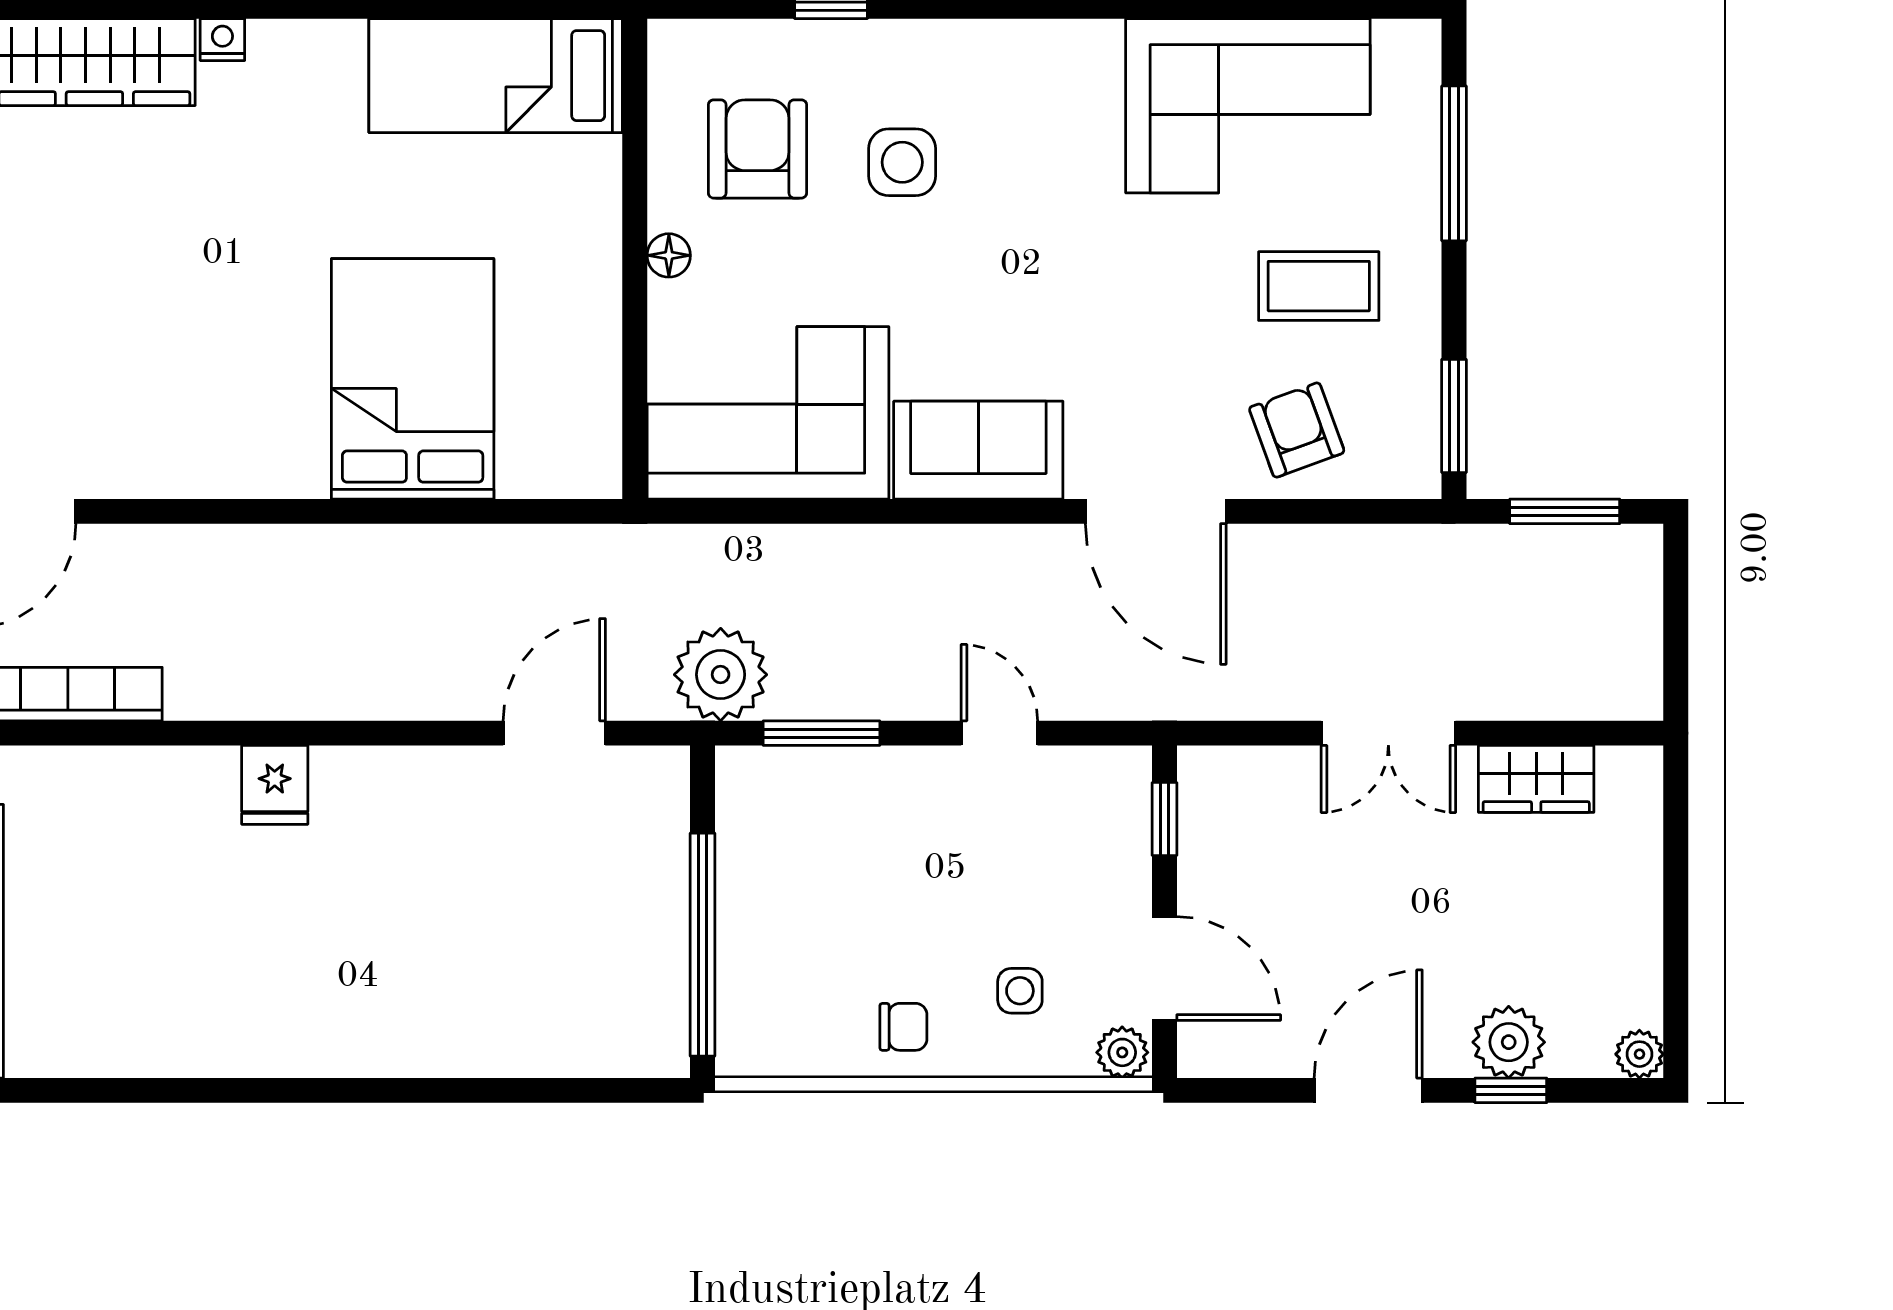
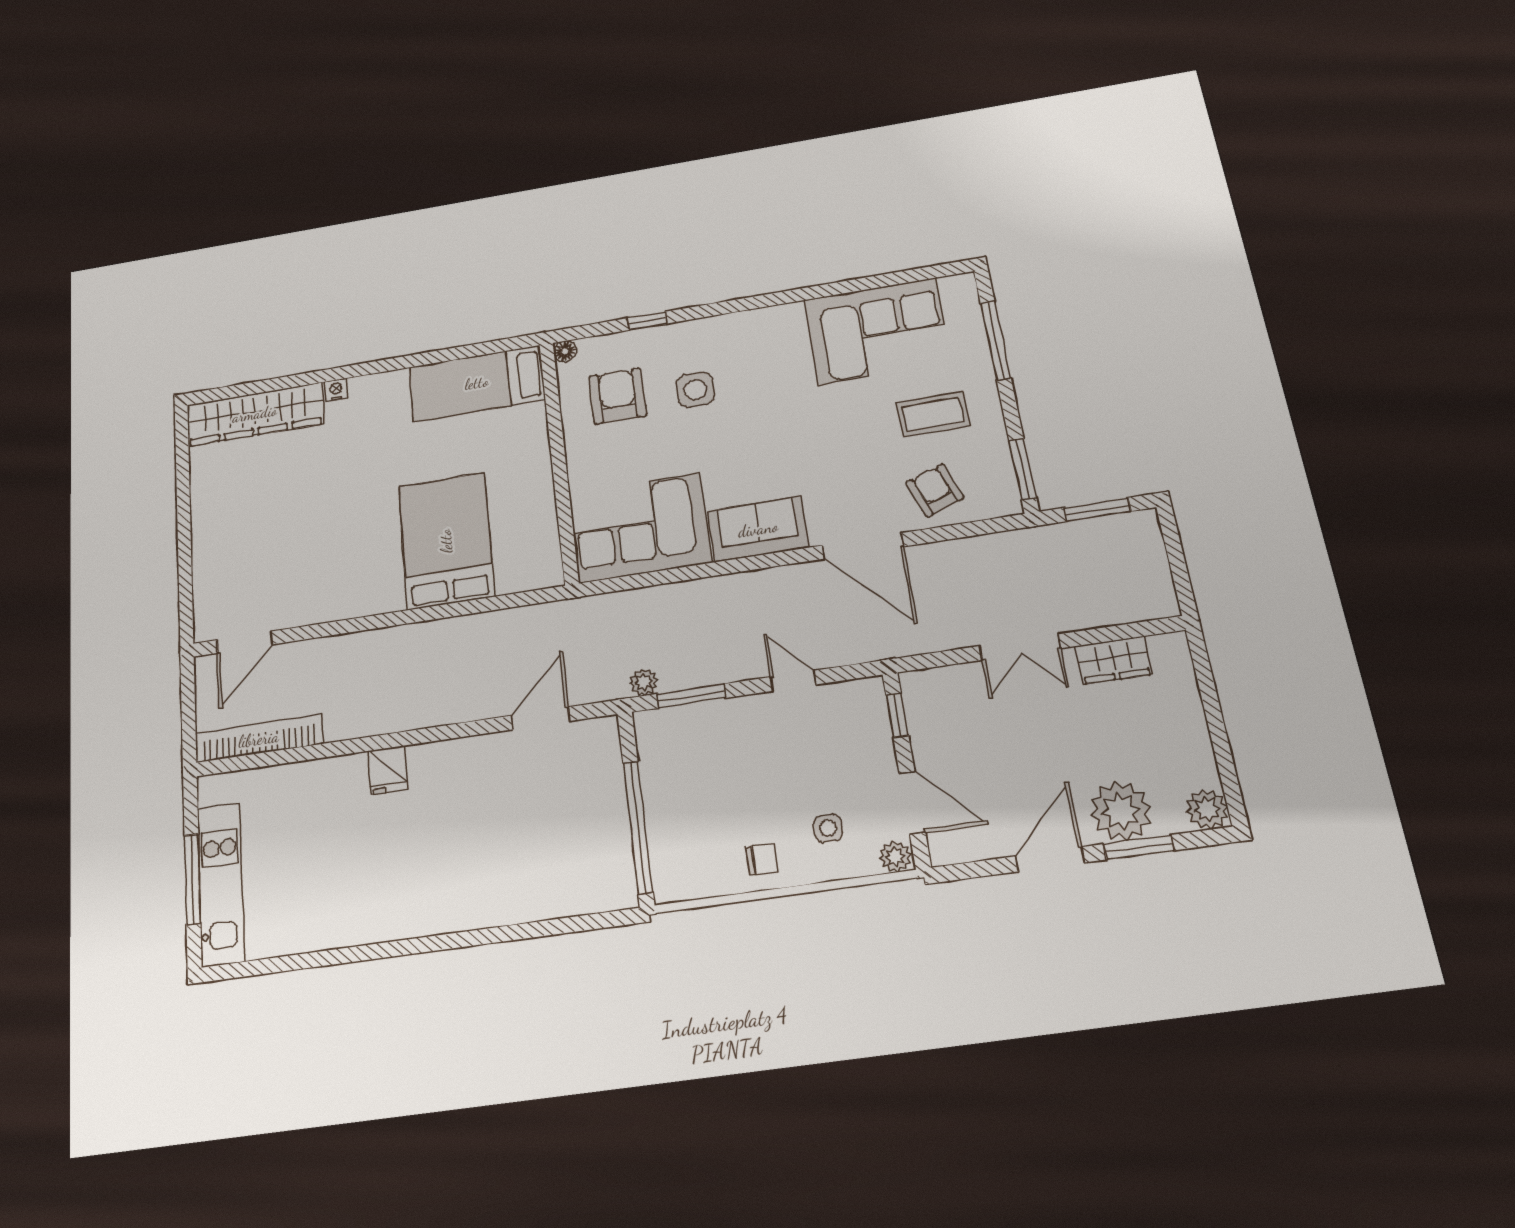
floor lamp: (669, 255) -> (565, 351), moved
plant: (721, 675) -> (644, 682), width x0.53, depth x0.53
plant: (1509, 1042) -> (1121, 811), width x1.36, depth x1.36
plant: (1639, 1054) -> (1207, 809), width x1.38, depth x1.38
window: (1511, 1090) -> (1138, 847), width x1.50

